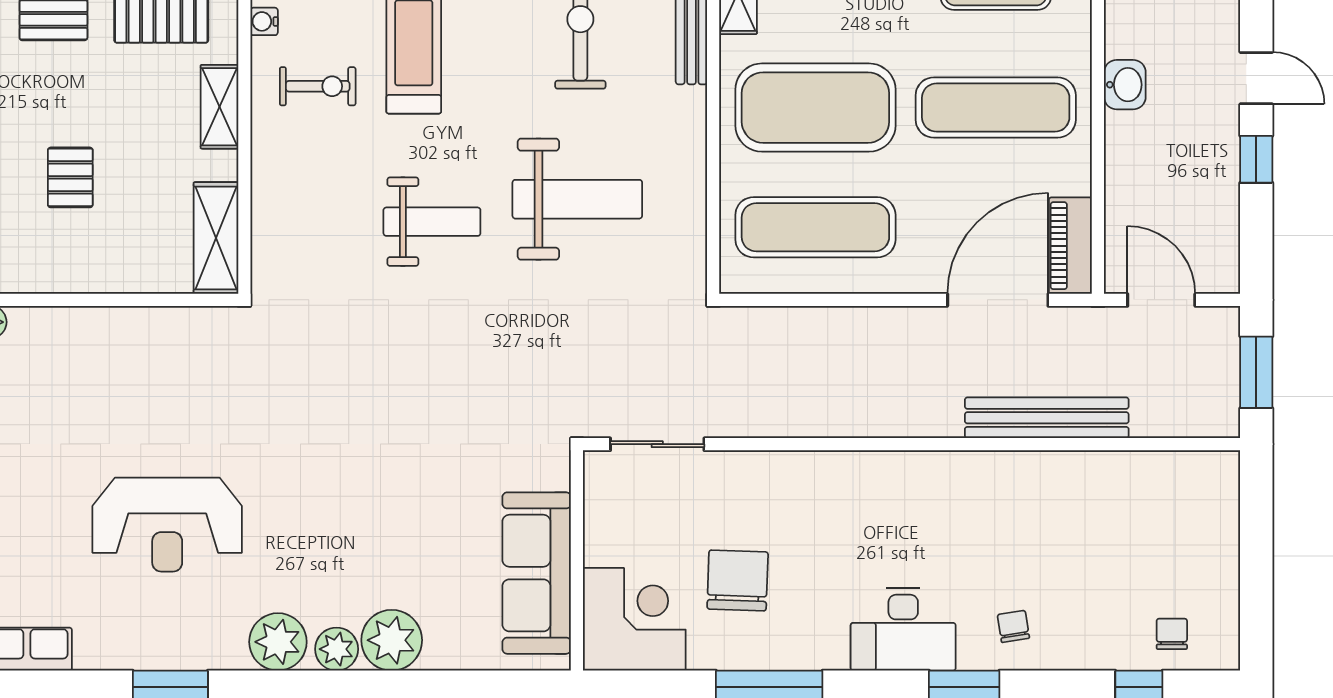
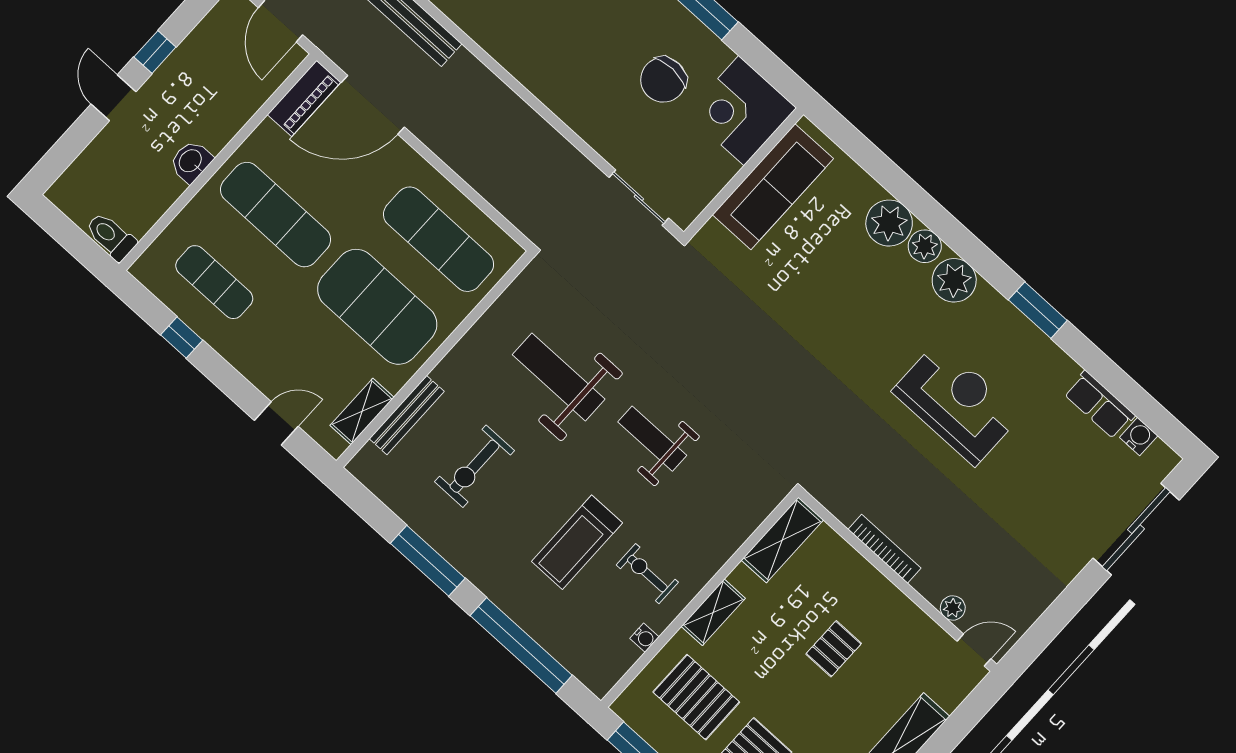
bookcase: (109, 319) -> (884, 549), added

